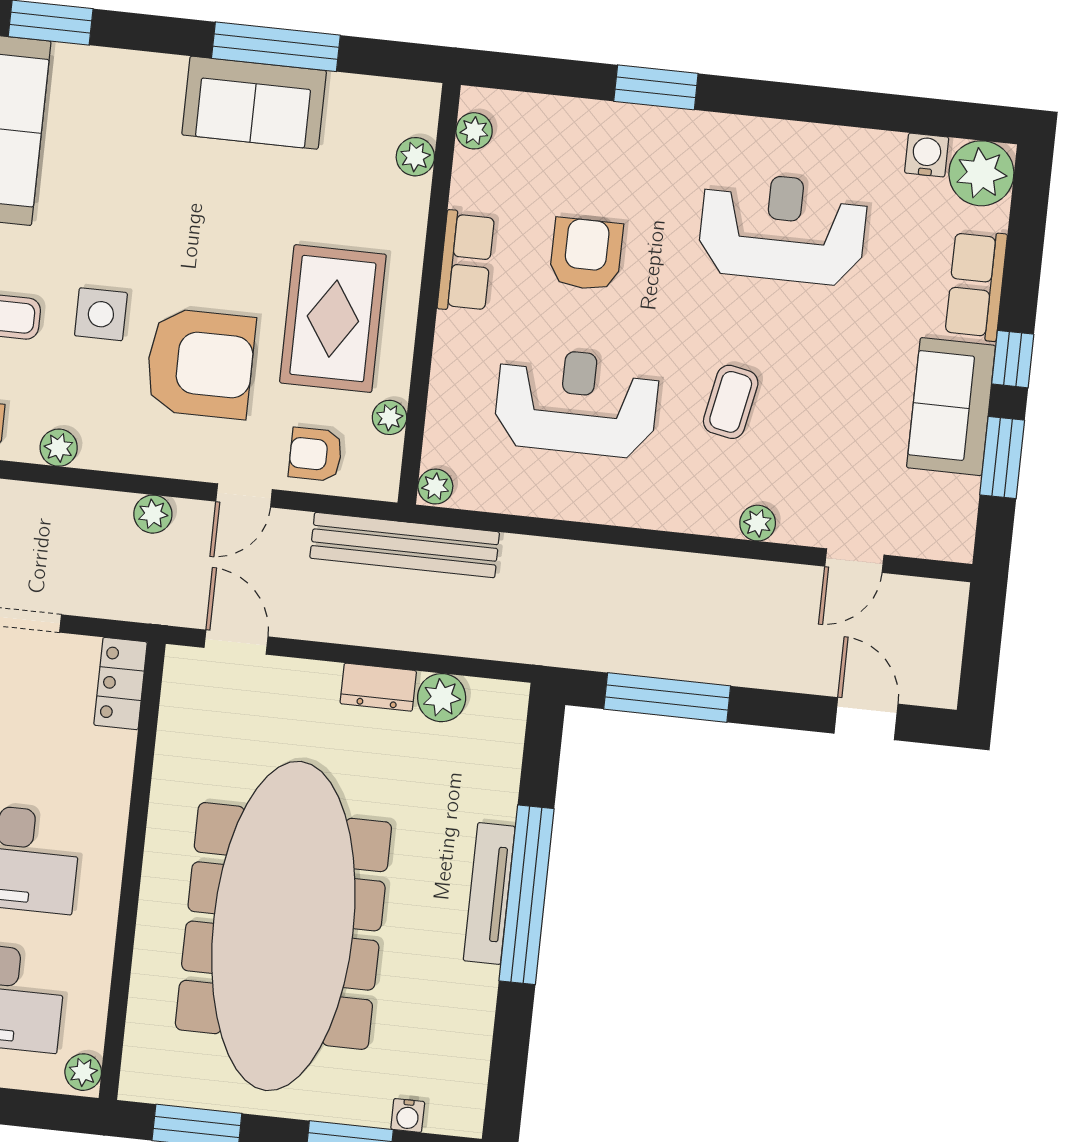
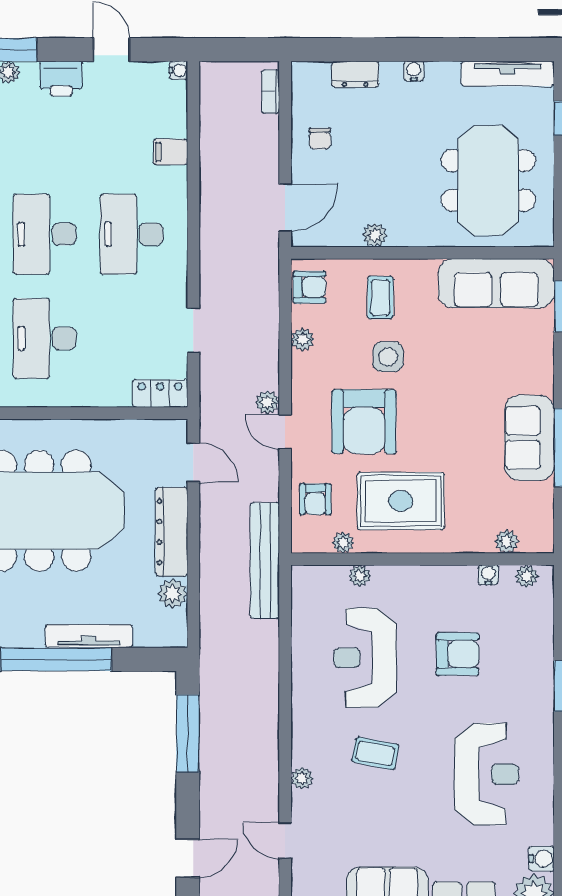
water cooler: (465, 191) -> (488, 575), added
row of seats: (466, 261) -> (445, 580), removed
reception desk: (577, 402) -> (365, 658), turned 180
armchair: (316, 454) -> (315, 499), turned 180
plant: (435, 487) -> (360, 576), moved
door: (244, 495) -> (285, 432), moved
door: (236, 642) -> (193, 462), hinge flipped
dresser: (378, 687) -> (172, 532), width x1.96, depth x1.24
tv unit: (489, 894) -> (89, 636), moved

